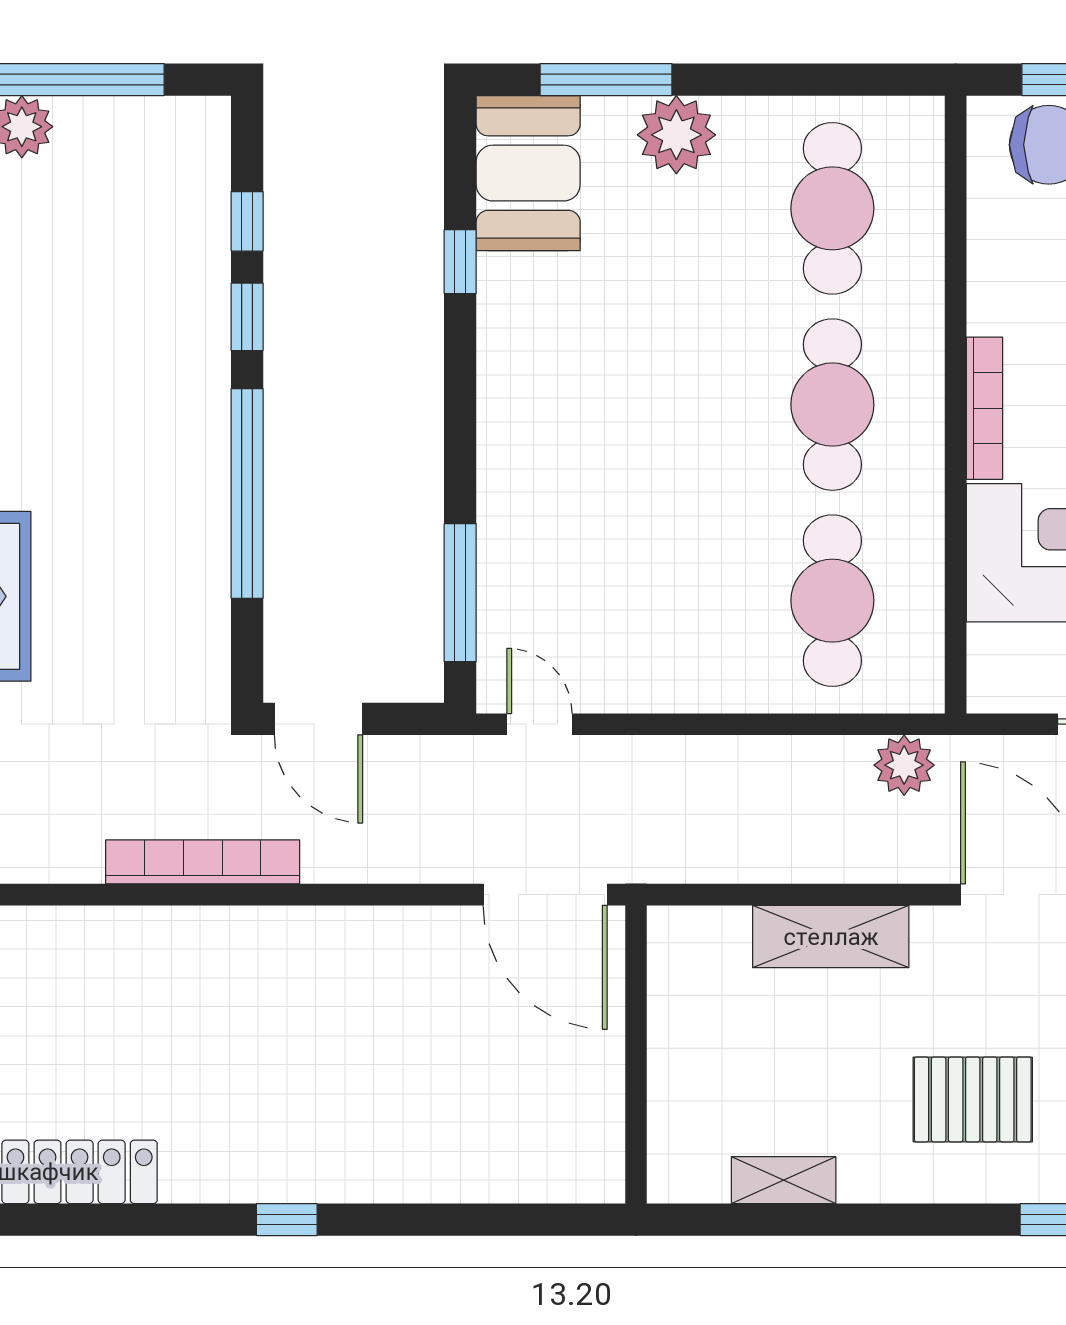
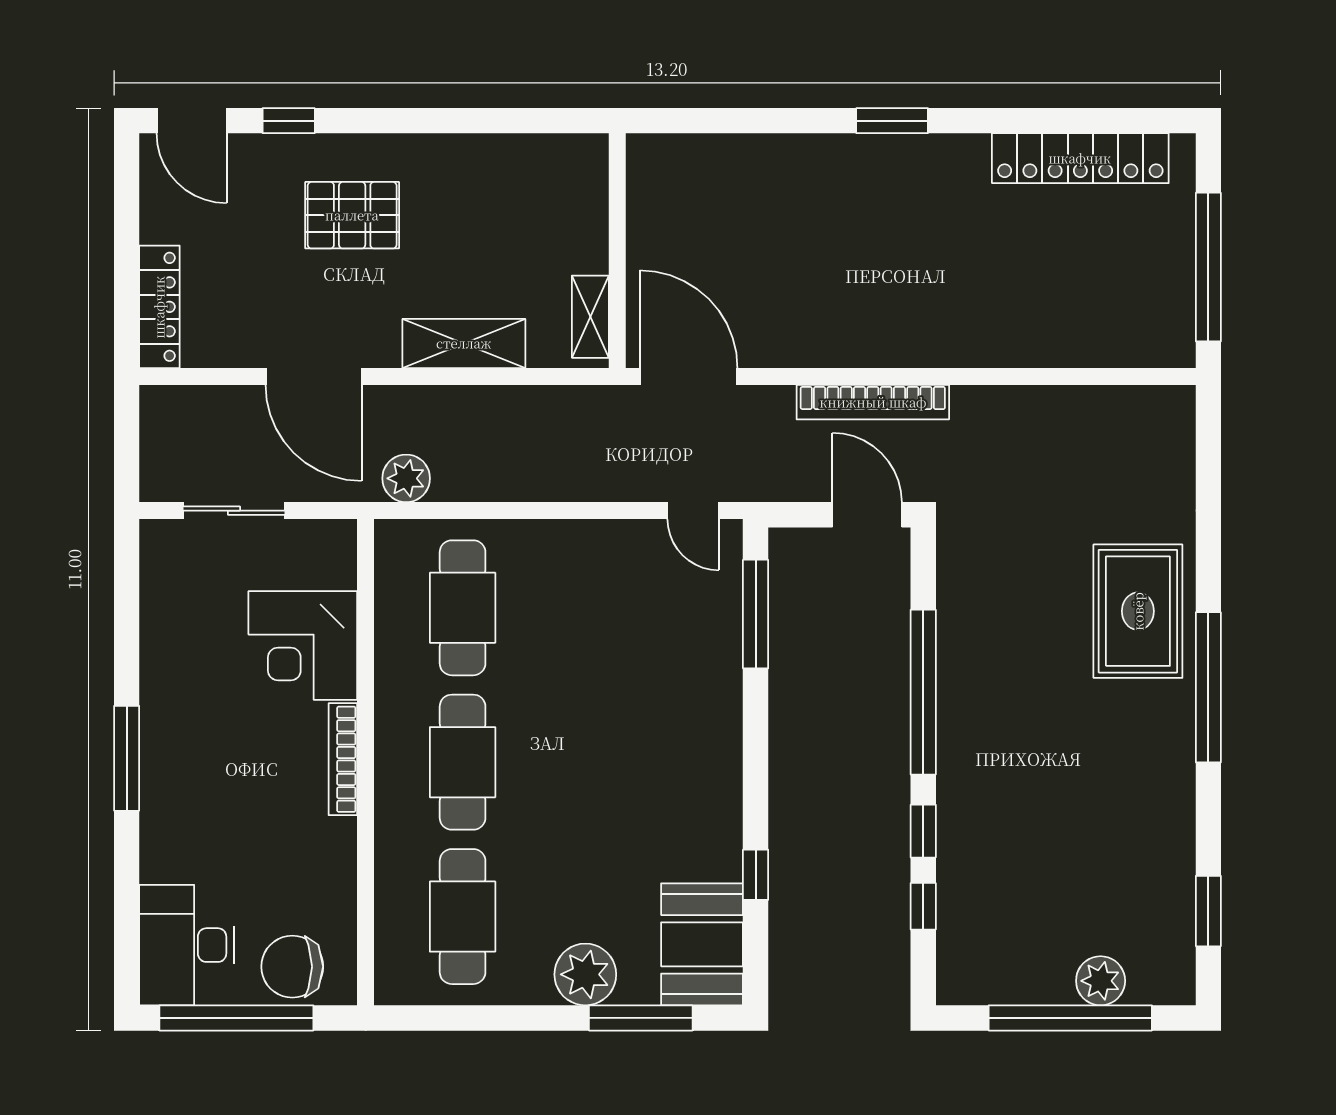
bookcase: (203, 862) -> (873, 402), moved
shelving: (784, 1180) -> (590, 317), moved, turned 90
window: (287, 1220) -> (892, 121), width x1.50

